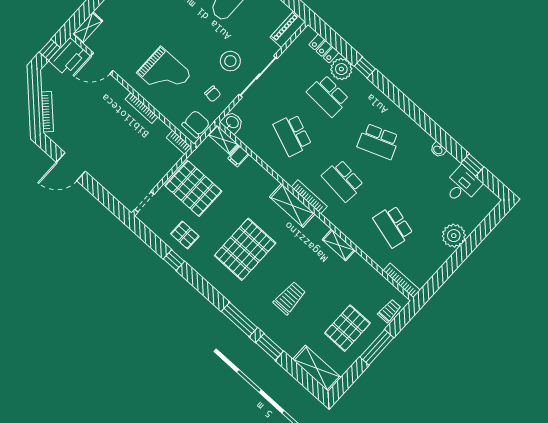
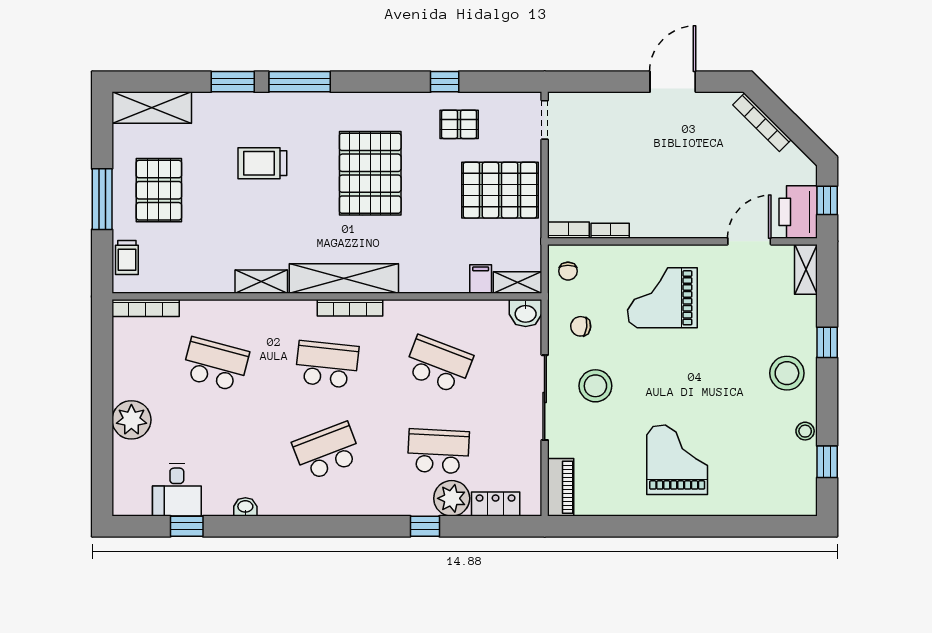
bookcase: (142, 108) -> (610, 231), moved, width x0.64
chair: (196, 124) -> (568, 271), width x0.54, depth x0.54
shelving: (292, 205) -> (344, 279), width x1.47
trolley: (290, 298) -> (262, 163), turned 90

